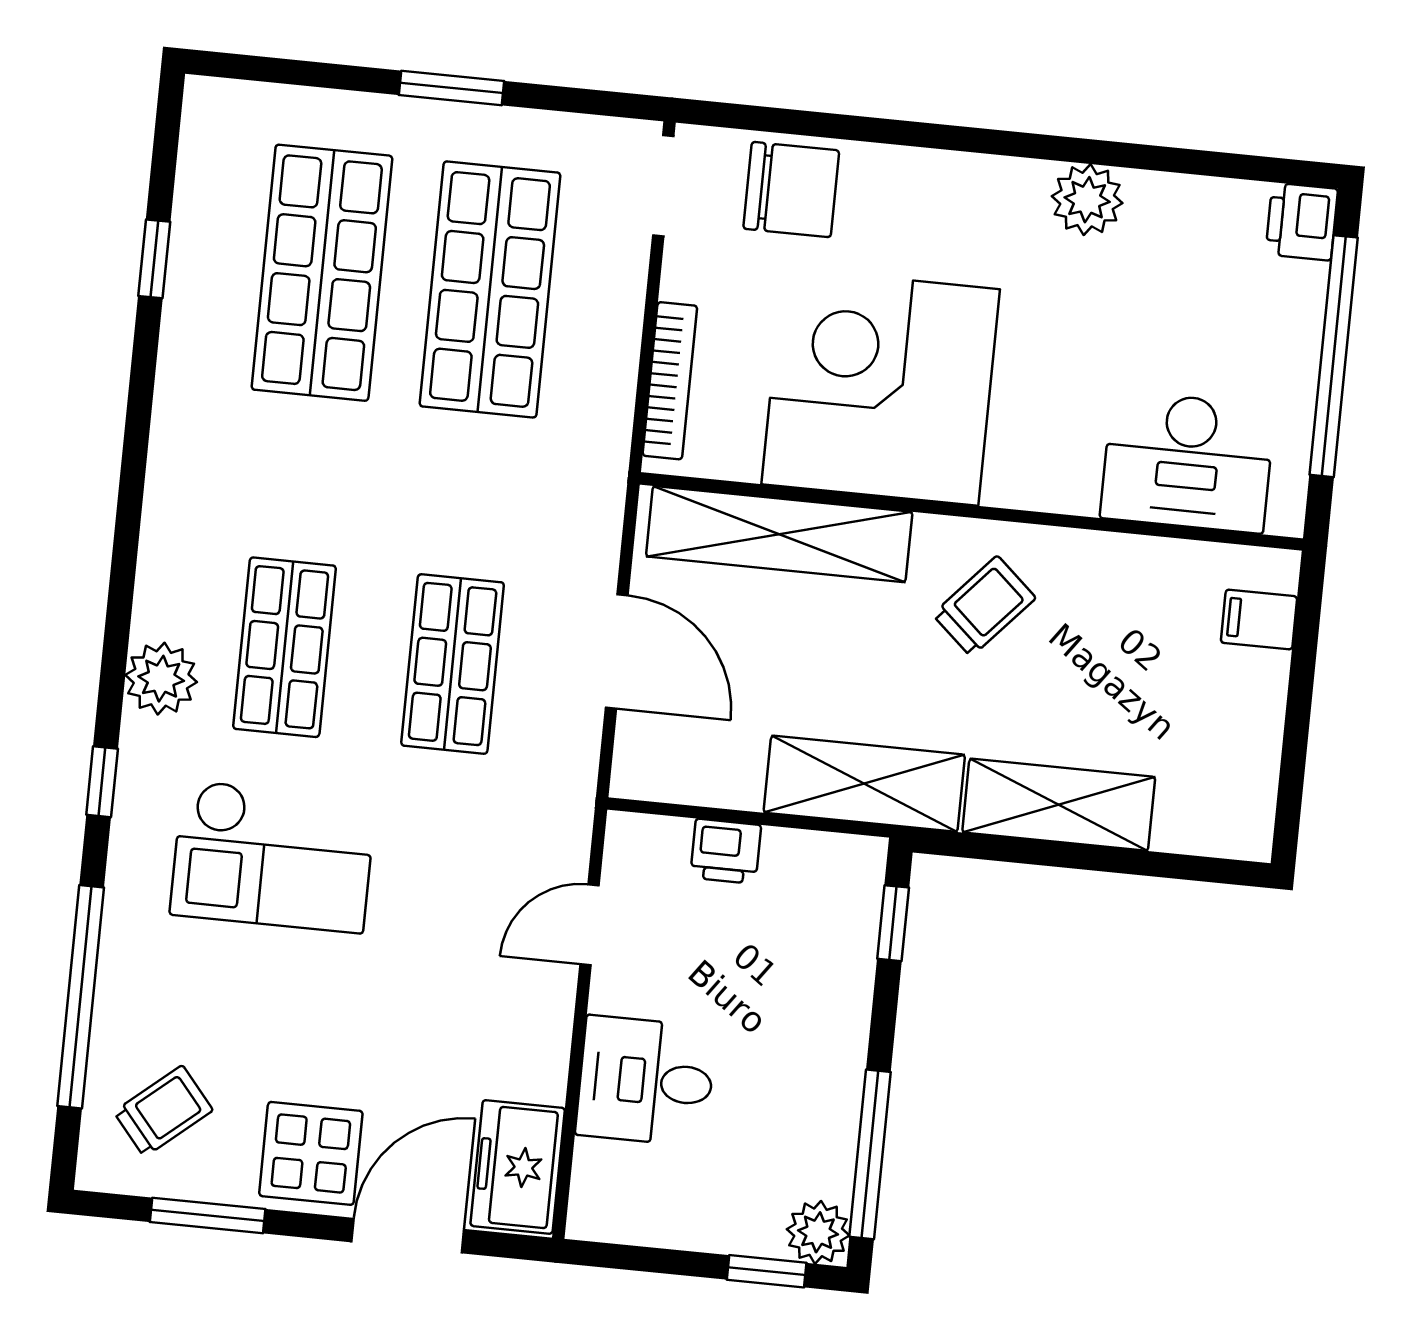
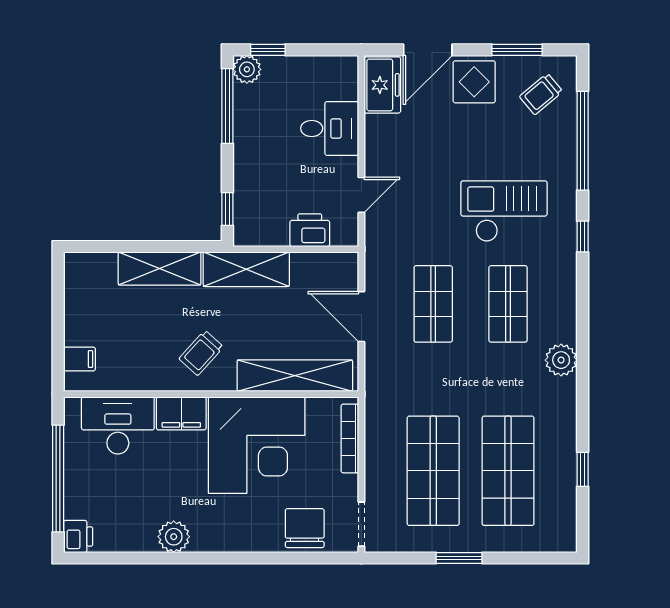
chair: (791, 190) -> (305, 528), turned 90
filing cabinet: (1043, 475) -> (181, 413), added
plant: (161, 679) -> (561, 360), moved
printer: (726, 851) -> (310, 230), width x1.36, depth x1.24

